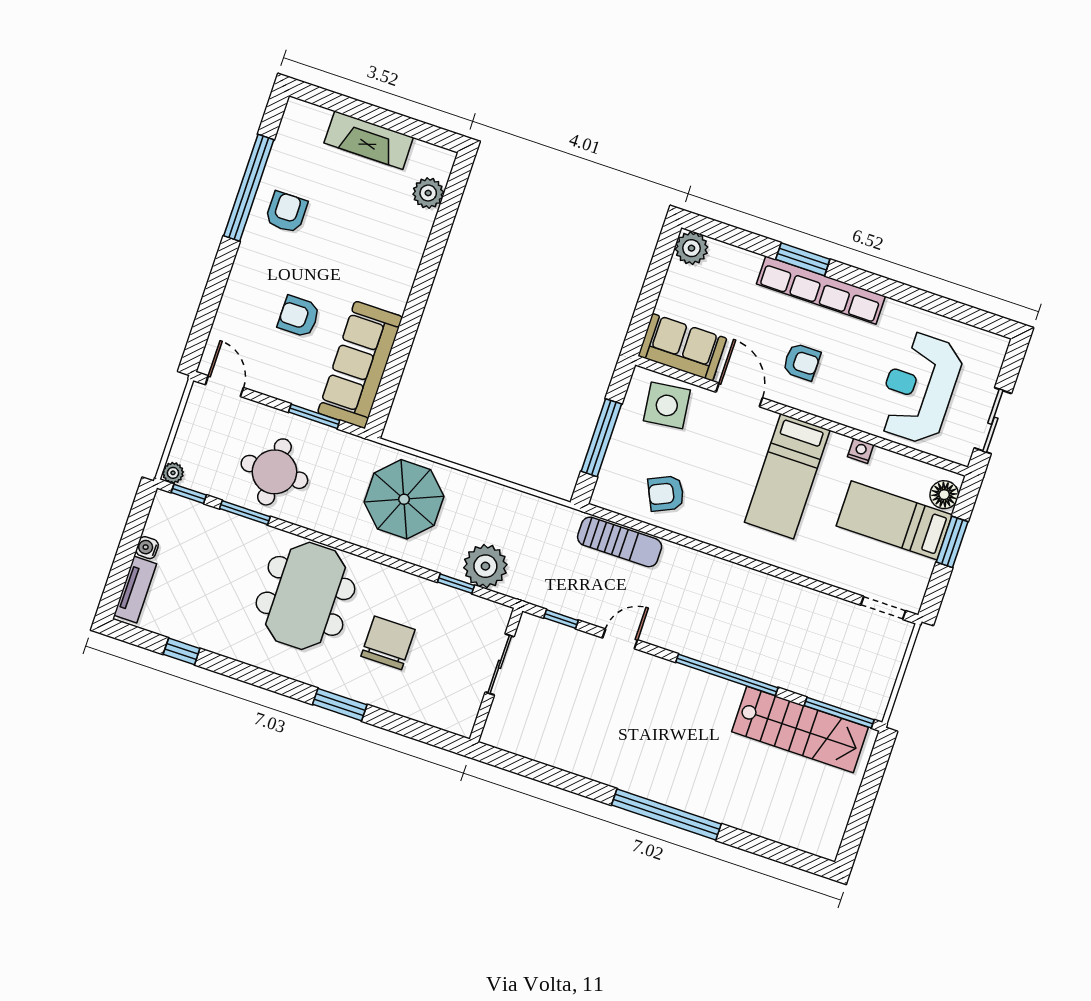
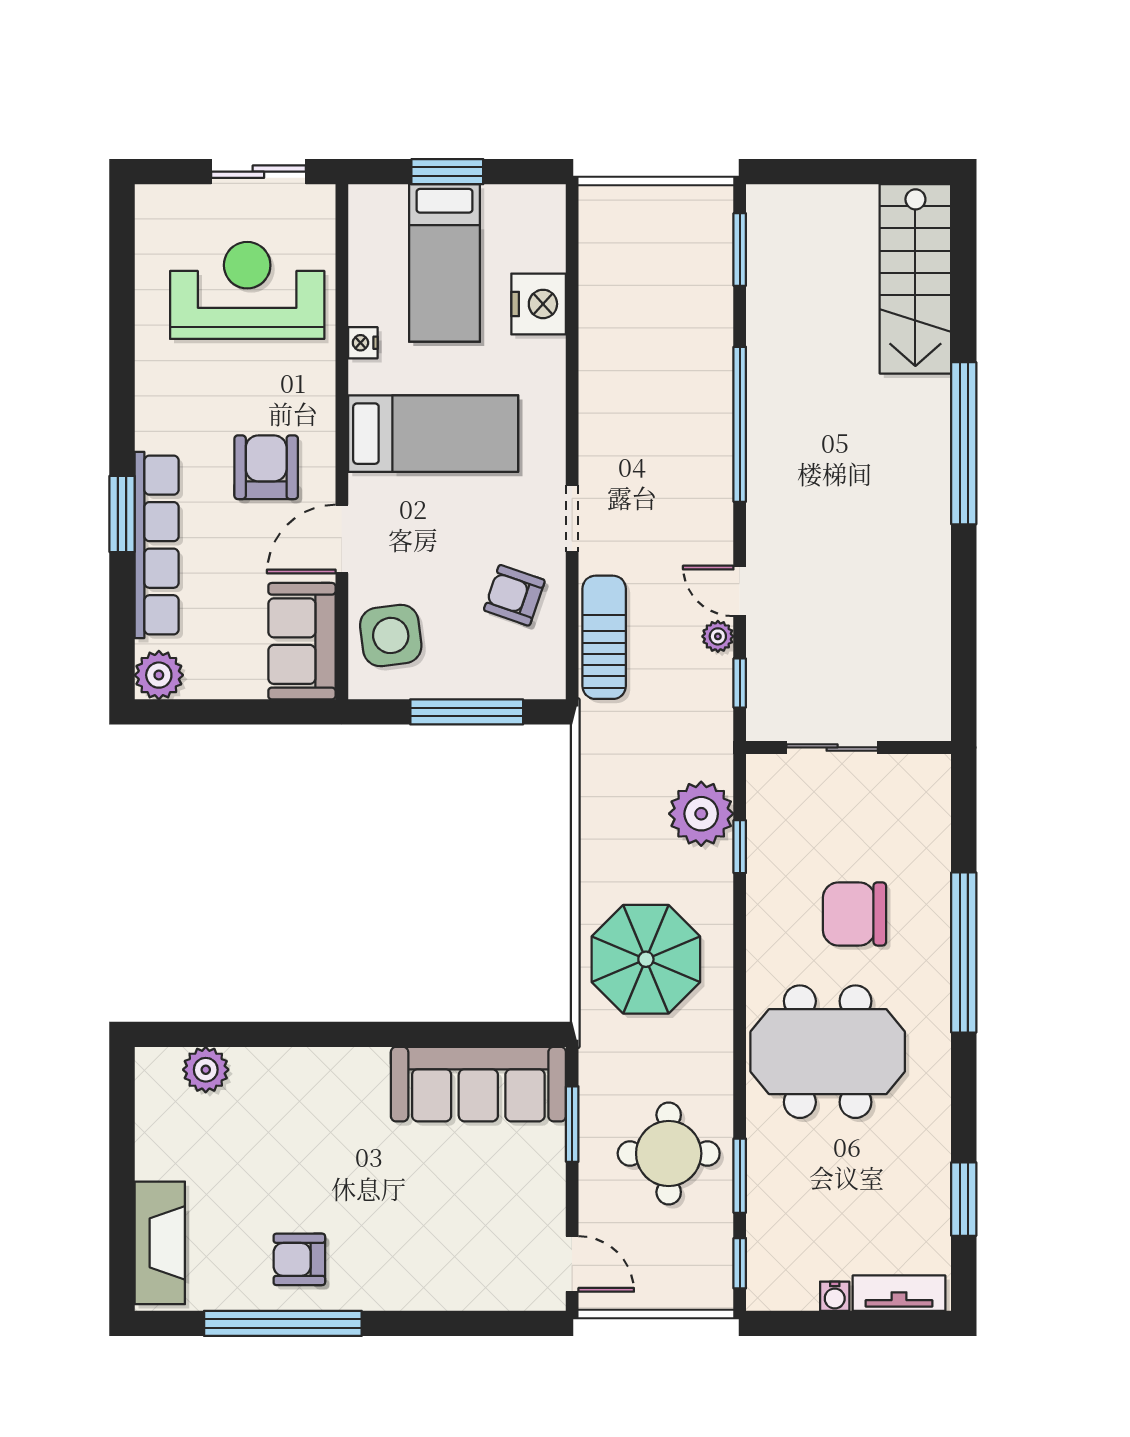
fireplace: (369, 140) -> (160, 1243), moved
row of seats: (821, 290) -> (157, 545), moved
armchair: (299, 316) -> (440, 1193), removed
armchair: (802, 362) -> (266, 467), width x1.38, depth x1.38
door: (224, 386) -> (572, 1264), swing flipped
reception desk: (919, 388) -> (247, 290), turned 180
plant: (173, 473) -> (718, 636), moved
armchair: (666, 493) -> (514, 595), turned 134
floor lamp: (944, 495) -> (385, 205), removed
nightstand: (848, 572) -> (539, 304), added
doorway: (883, 608) -> (572, 519), moved
window: (182, 651) -> (964, 1199), width x1.50
window: (340, 705) -> (964, 952), width x2.11
window: (839, 713) -> (740, 250), width x0.69
stairs: (800, 729) -> (915, 279), moved, turned 180

